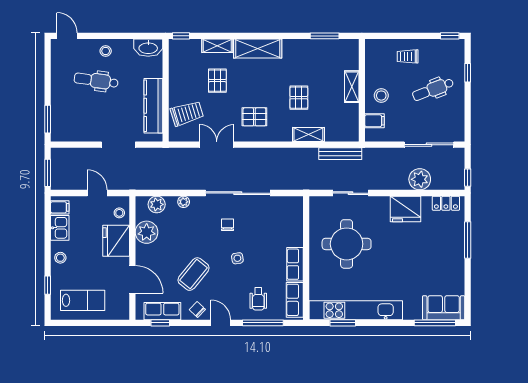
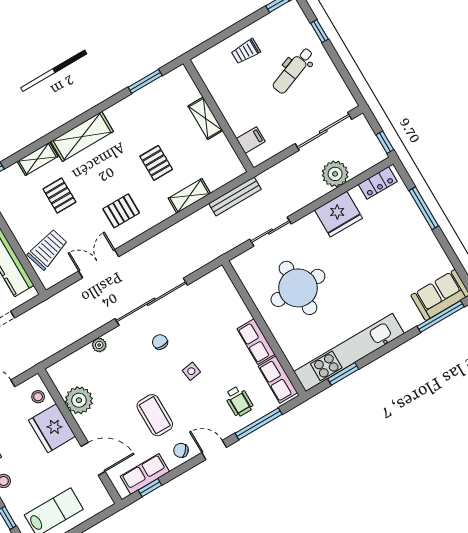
stool: (381, 96) -> (242, 109), removed
plant: (157, 204) -> (72, 365), removed
coffee table: (194, 274) -> (155, 415), turned -39

